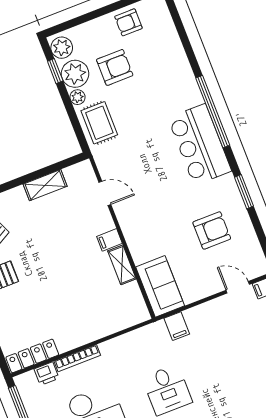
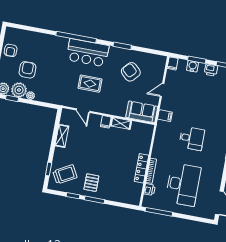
rug: (99, 123) -> (90, 84), moved
door: (105, 193) -> (83, 111), swing flipped
armchair: (212, 230) -> (131, 72), turned -47
door: (238, 287) -> (162, 90), moved
locker: (32, 356) -> (141, 168), moved

